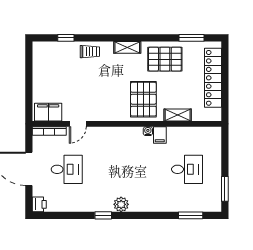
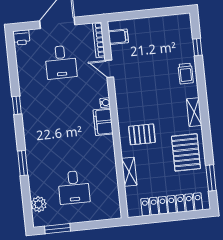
pallet: (143, 99) -> (142, 134), width x0.67, depth x0.71
filing cabinet: (48, 112) -> (118, 37), width x0.50
water cooler: (148, 131) -> (105, 103), moved
filing cabinet: (160, 135) -> (103, 122), moved, width x2.00
plant: (121, 204) -> (39, 204), moved
window: (191, 215) -> (23, 163), moved

